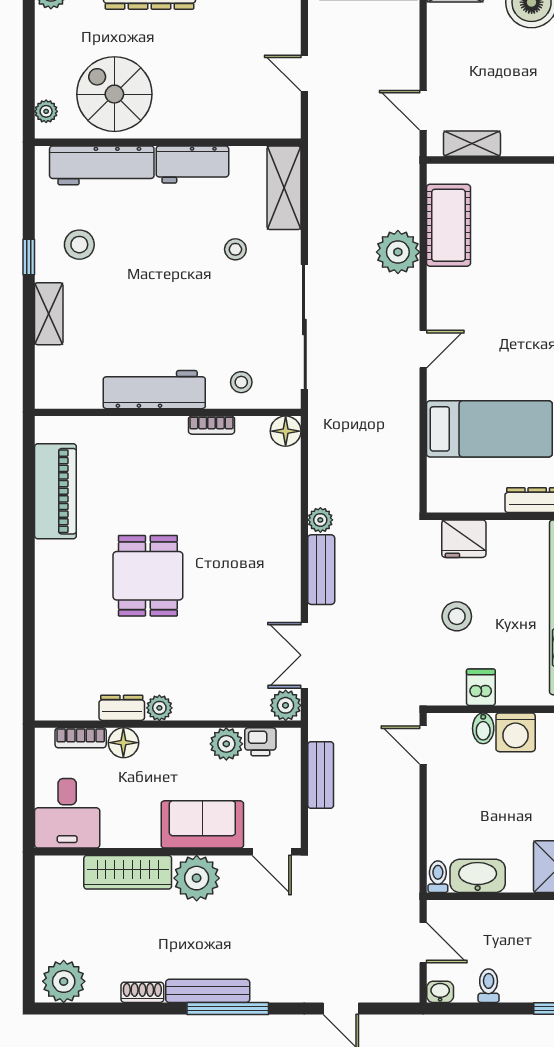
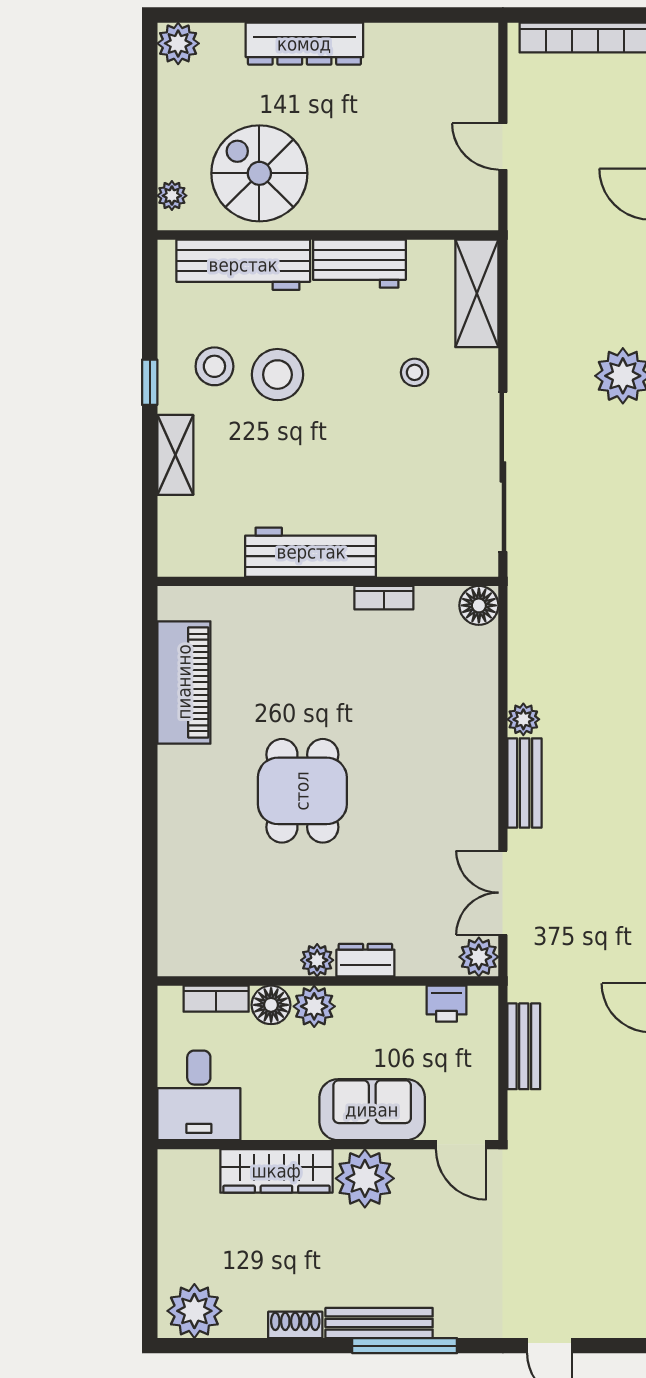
stool: (241, 382) -> (277, 375), moved, width x1.89, depth x1.89
dresser: (122, 708) -> (365, 960), moved
plant: (226, 744) -> (314, 1006), moved

